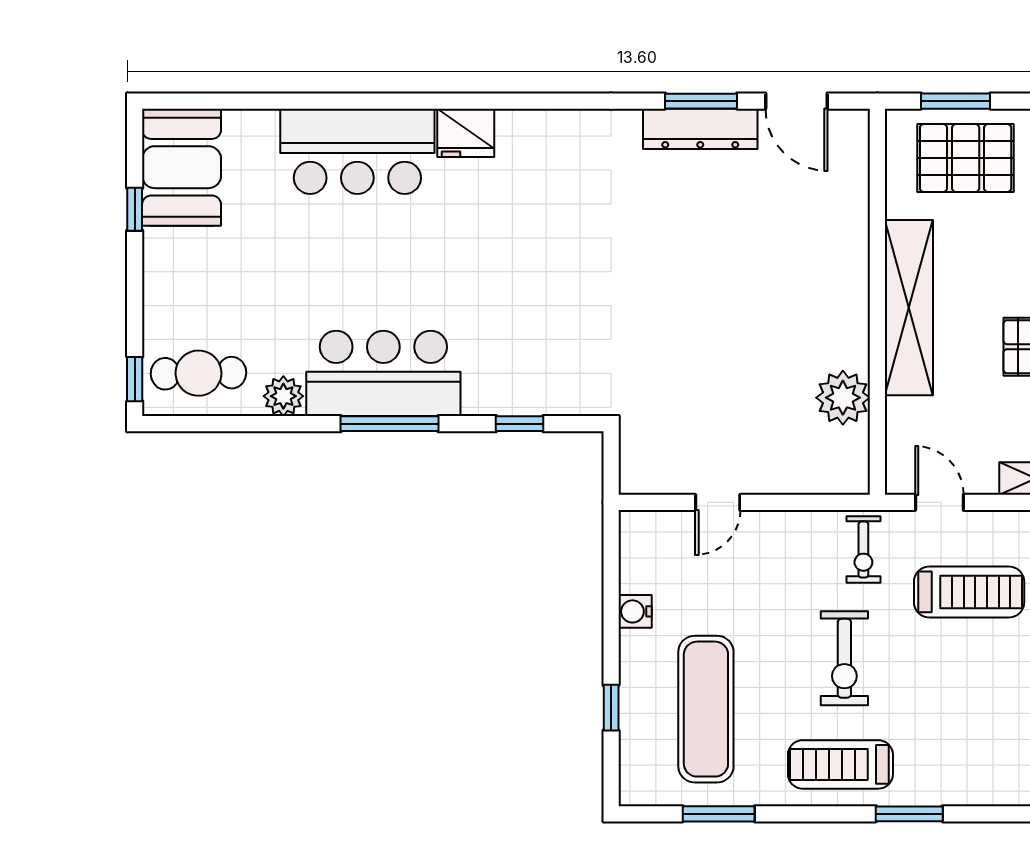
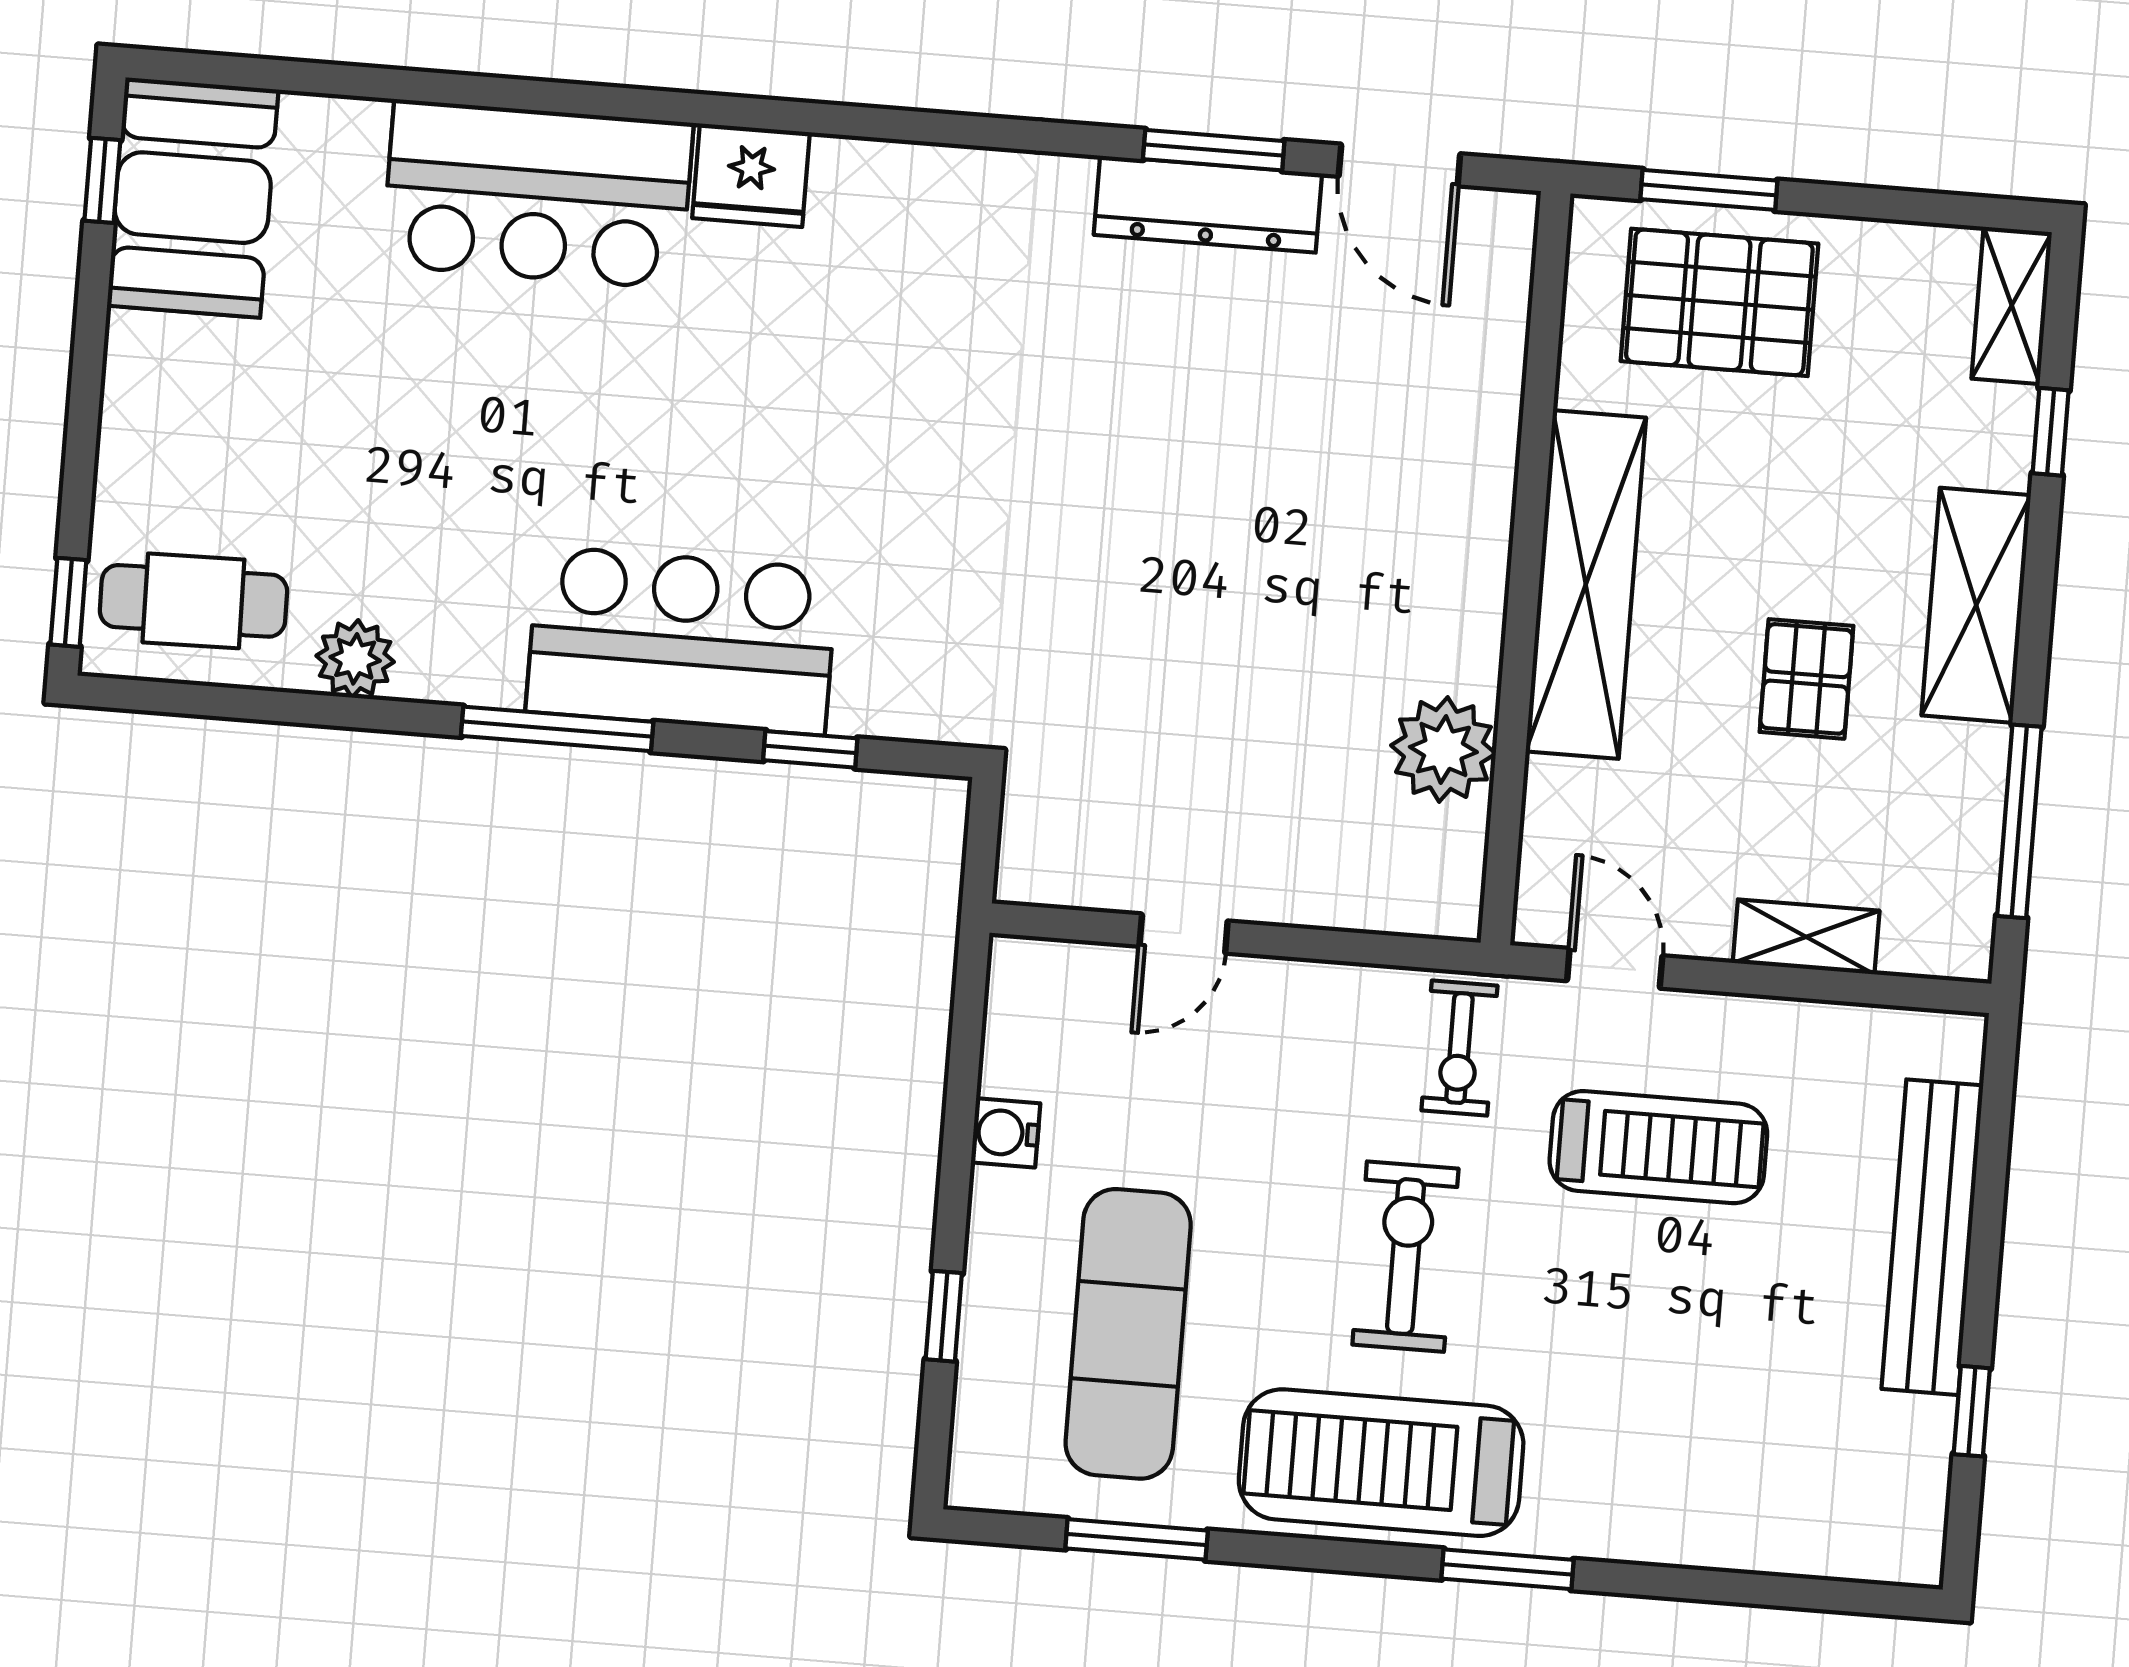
window: (135, 209) -> (102, 180), moved
bar counter: (383, 373) -> (682, 641), moved
exercise bike: (844, 658) -> (1405, 1257), turned 180
treadmill: (840, 764) -> (1381, 1463), width x1.37, depth x1.38

